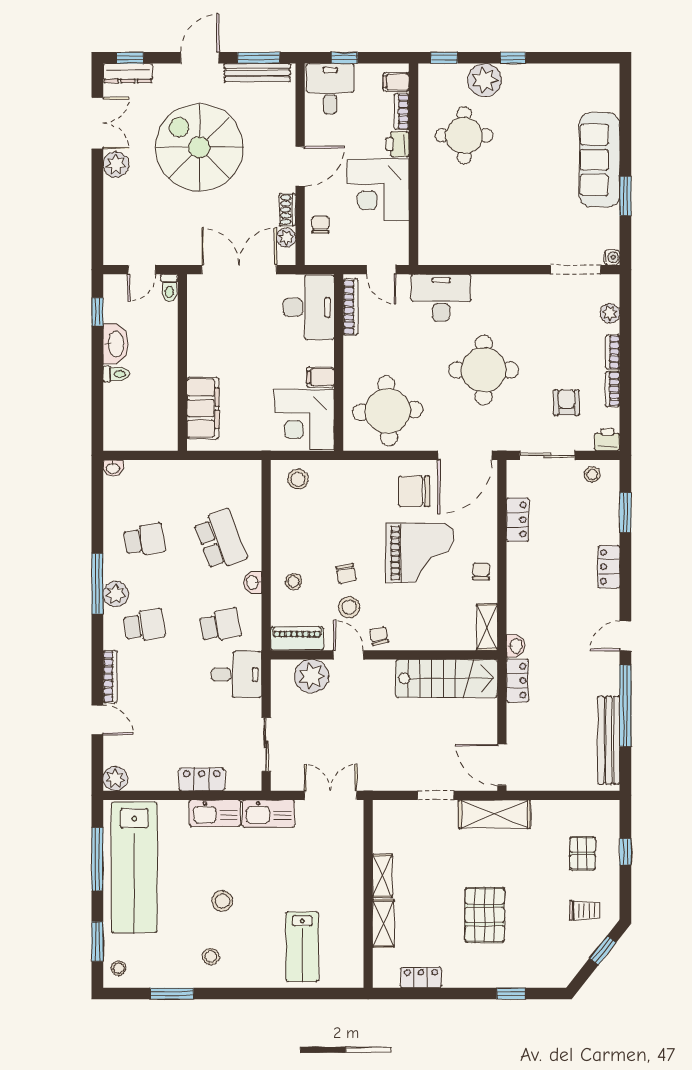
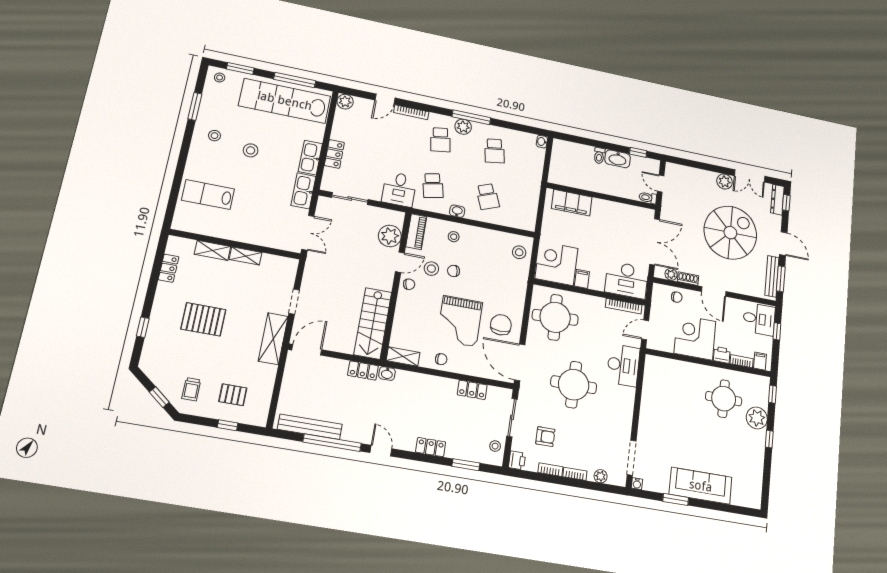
school desk: (220, 540) -> (488, 197), width x0.54

